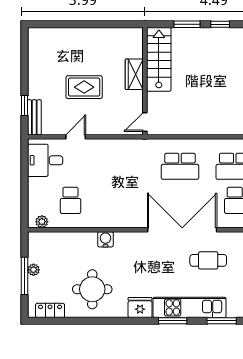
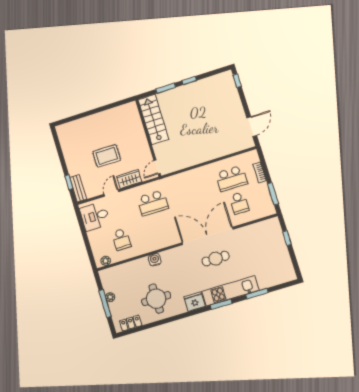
wardrobe: (134, 74) -> (129, 179), moved, turned 90
school desk: (180, 166) -> (153, 203), moved
cafe table: (208, 260) -> (216, 259), moved

